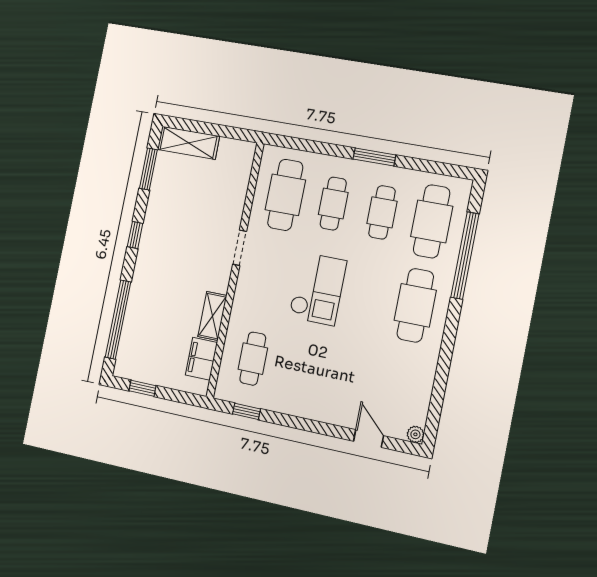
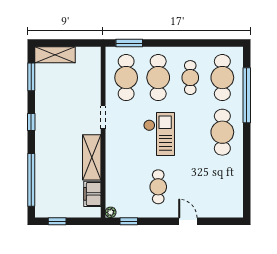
window: (374, 157) -> (129, 43), moved
cafe table: (333, 204) -> (158, 78), width x1.37, depth x1.35
shelving: (212, 316) -> (92, 157), width x1.50, depth x1.33
cafe table: (253, 359) -> (158, 187), moved
plant: (415, 434) -> (111, 212), moved
door: (369, 439) -> (188, 221), moved

